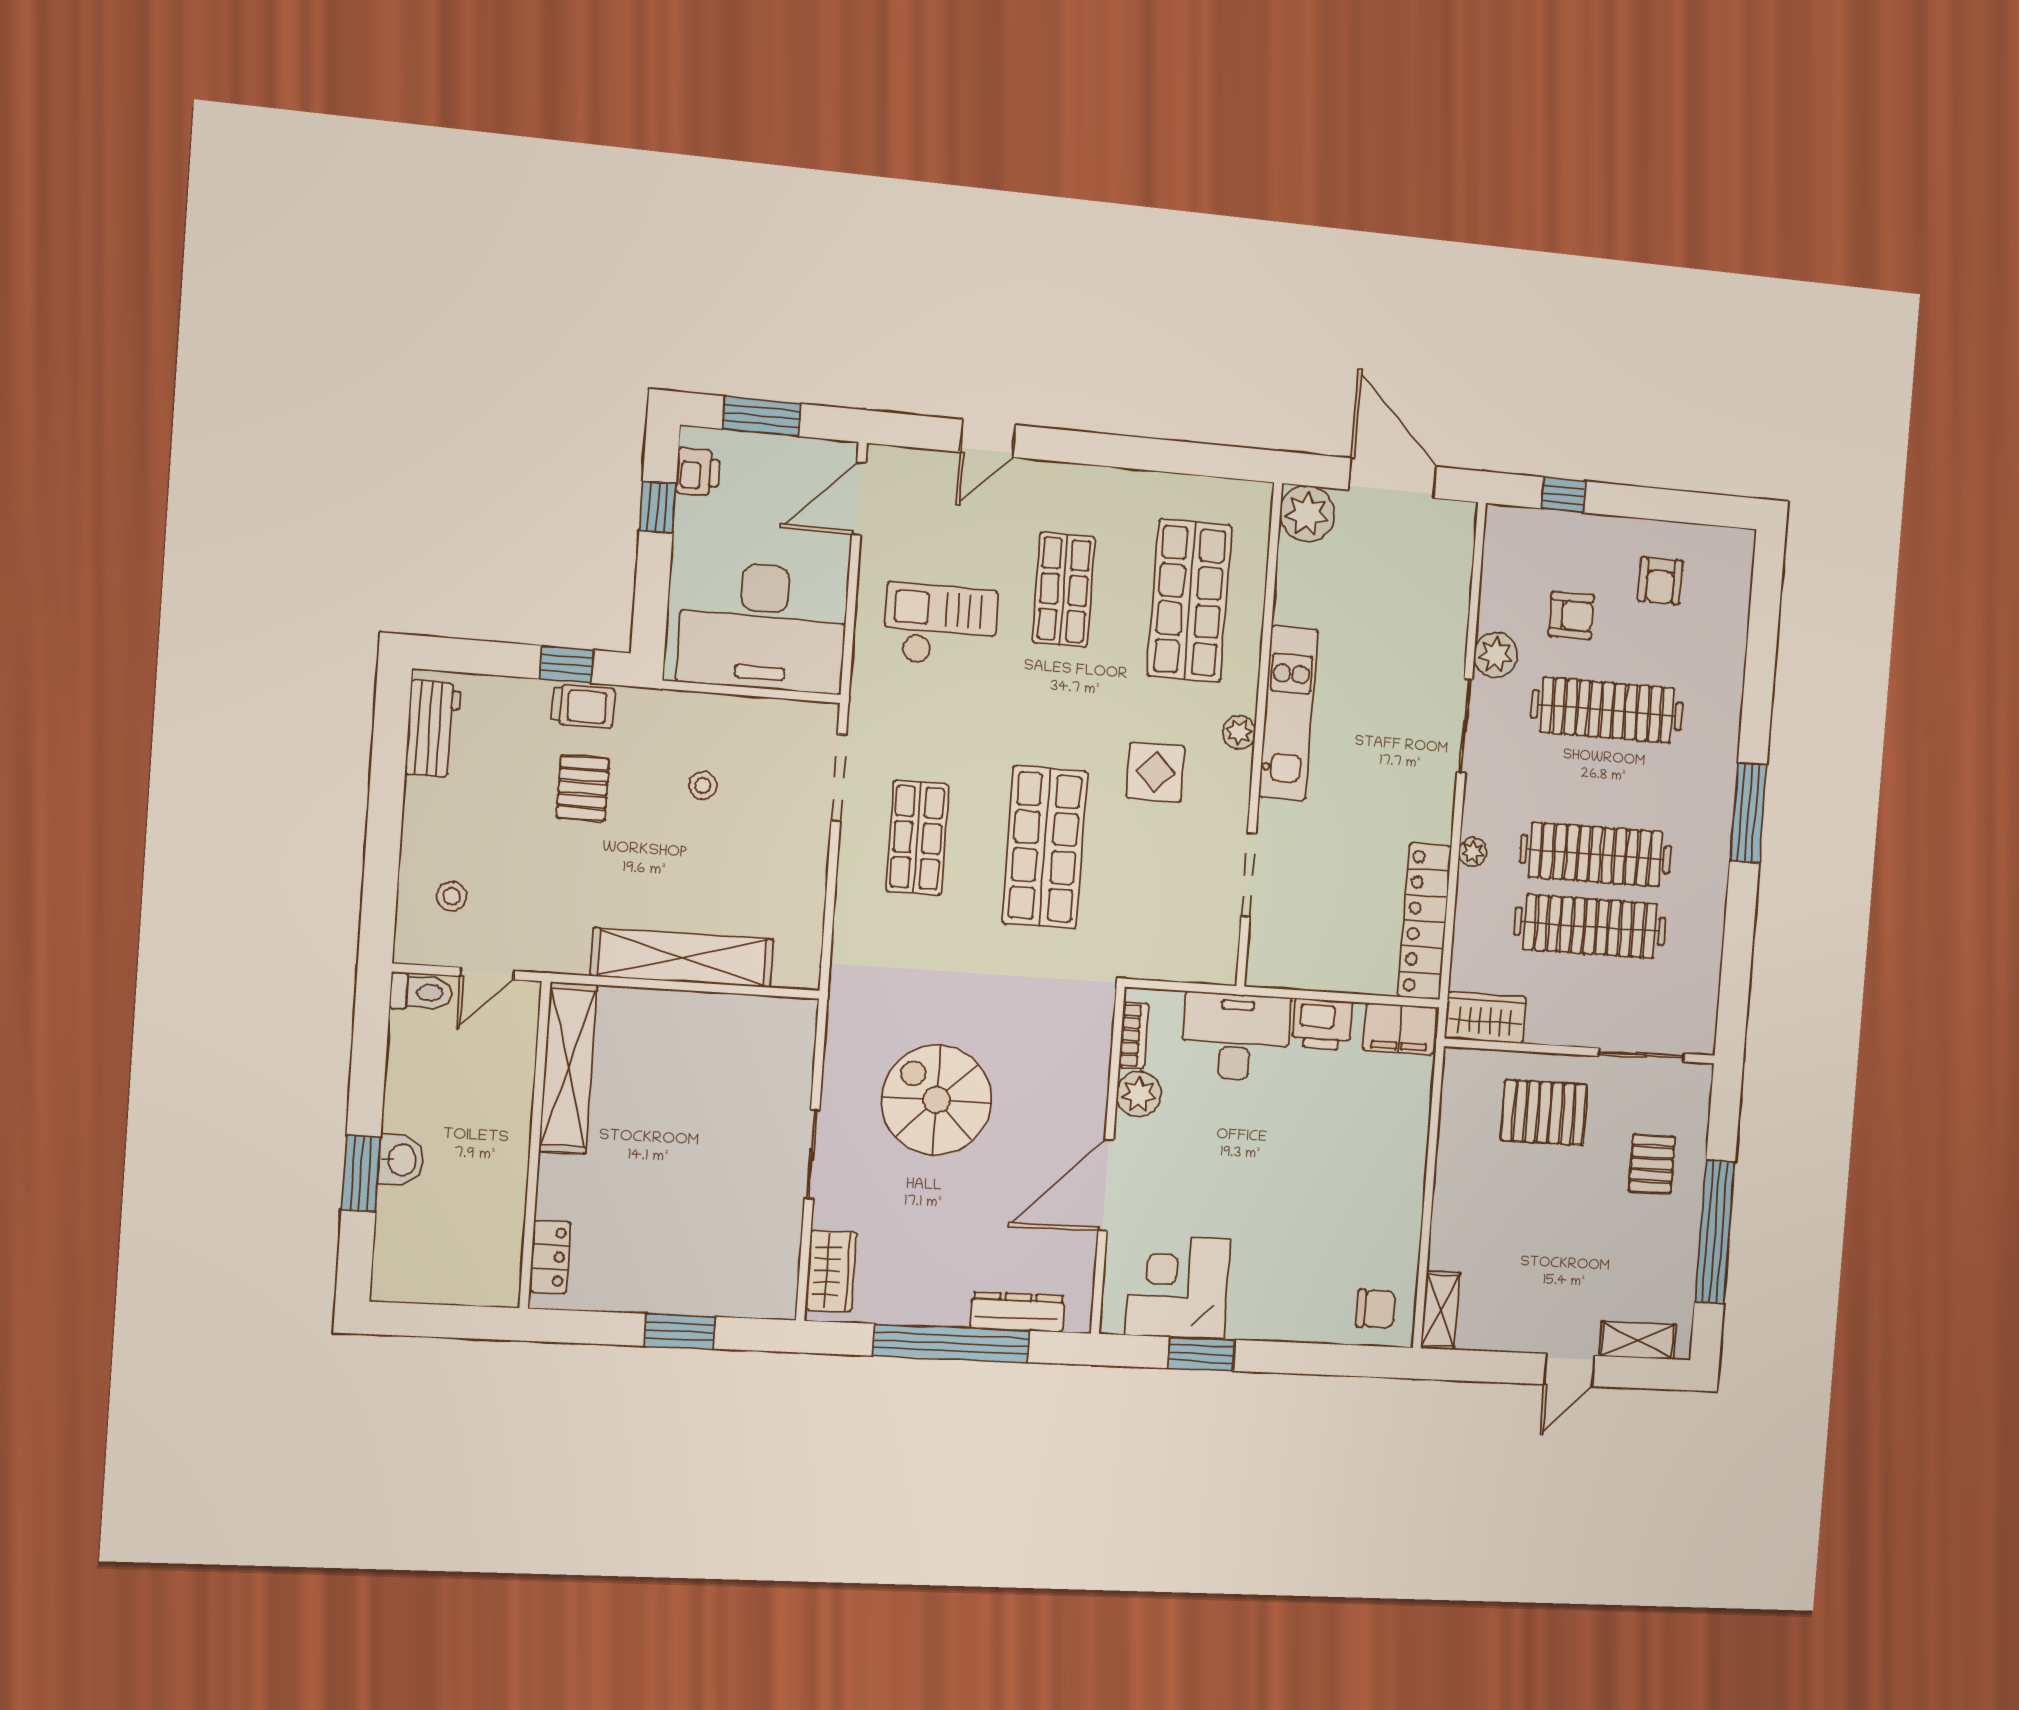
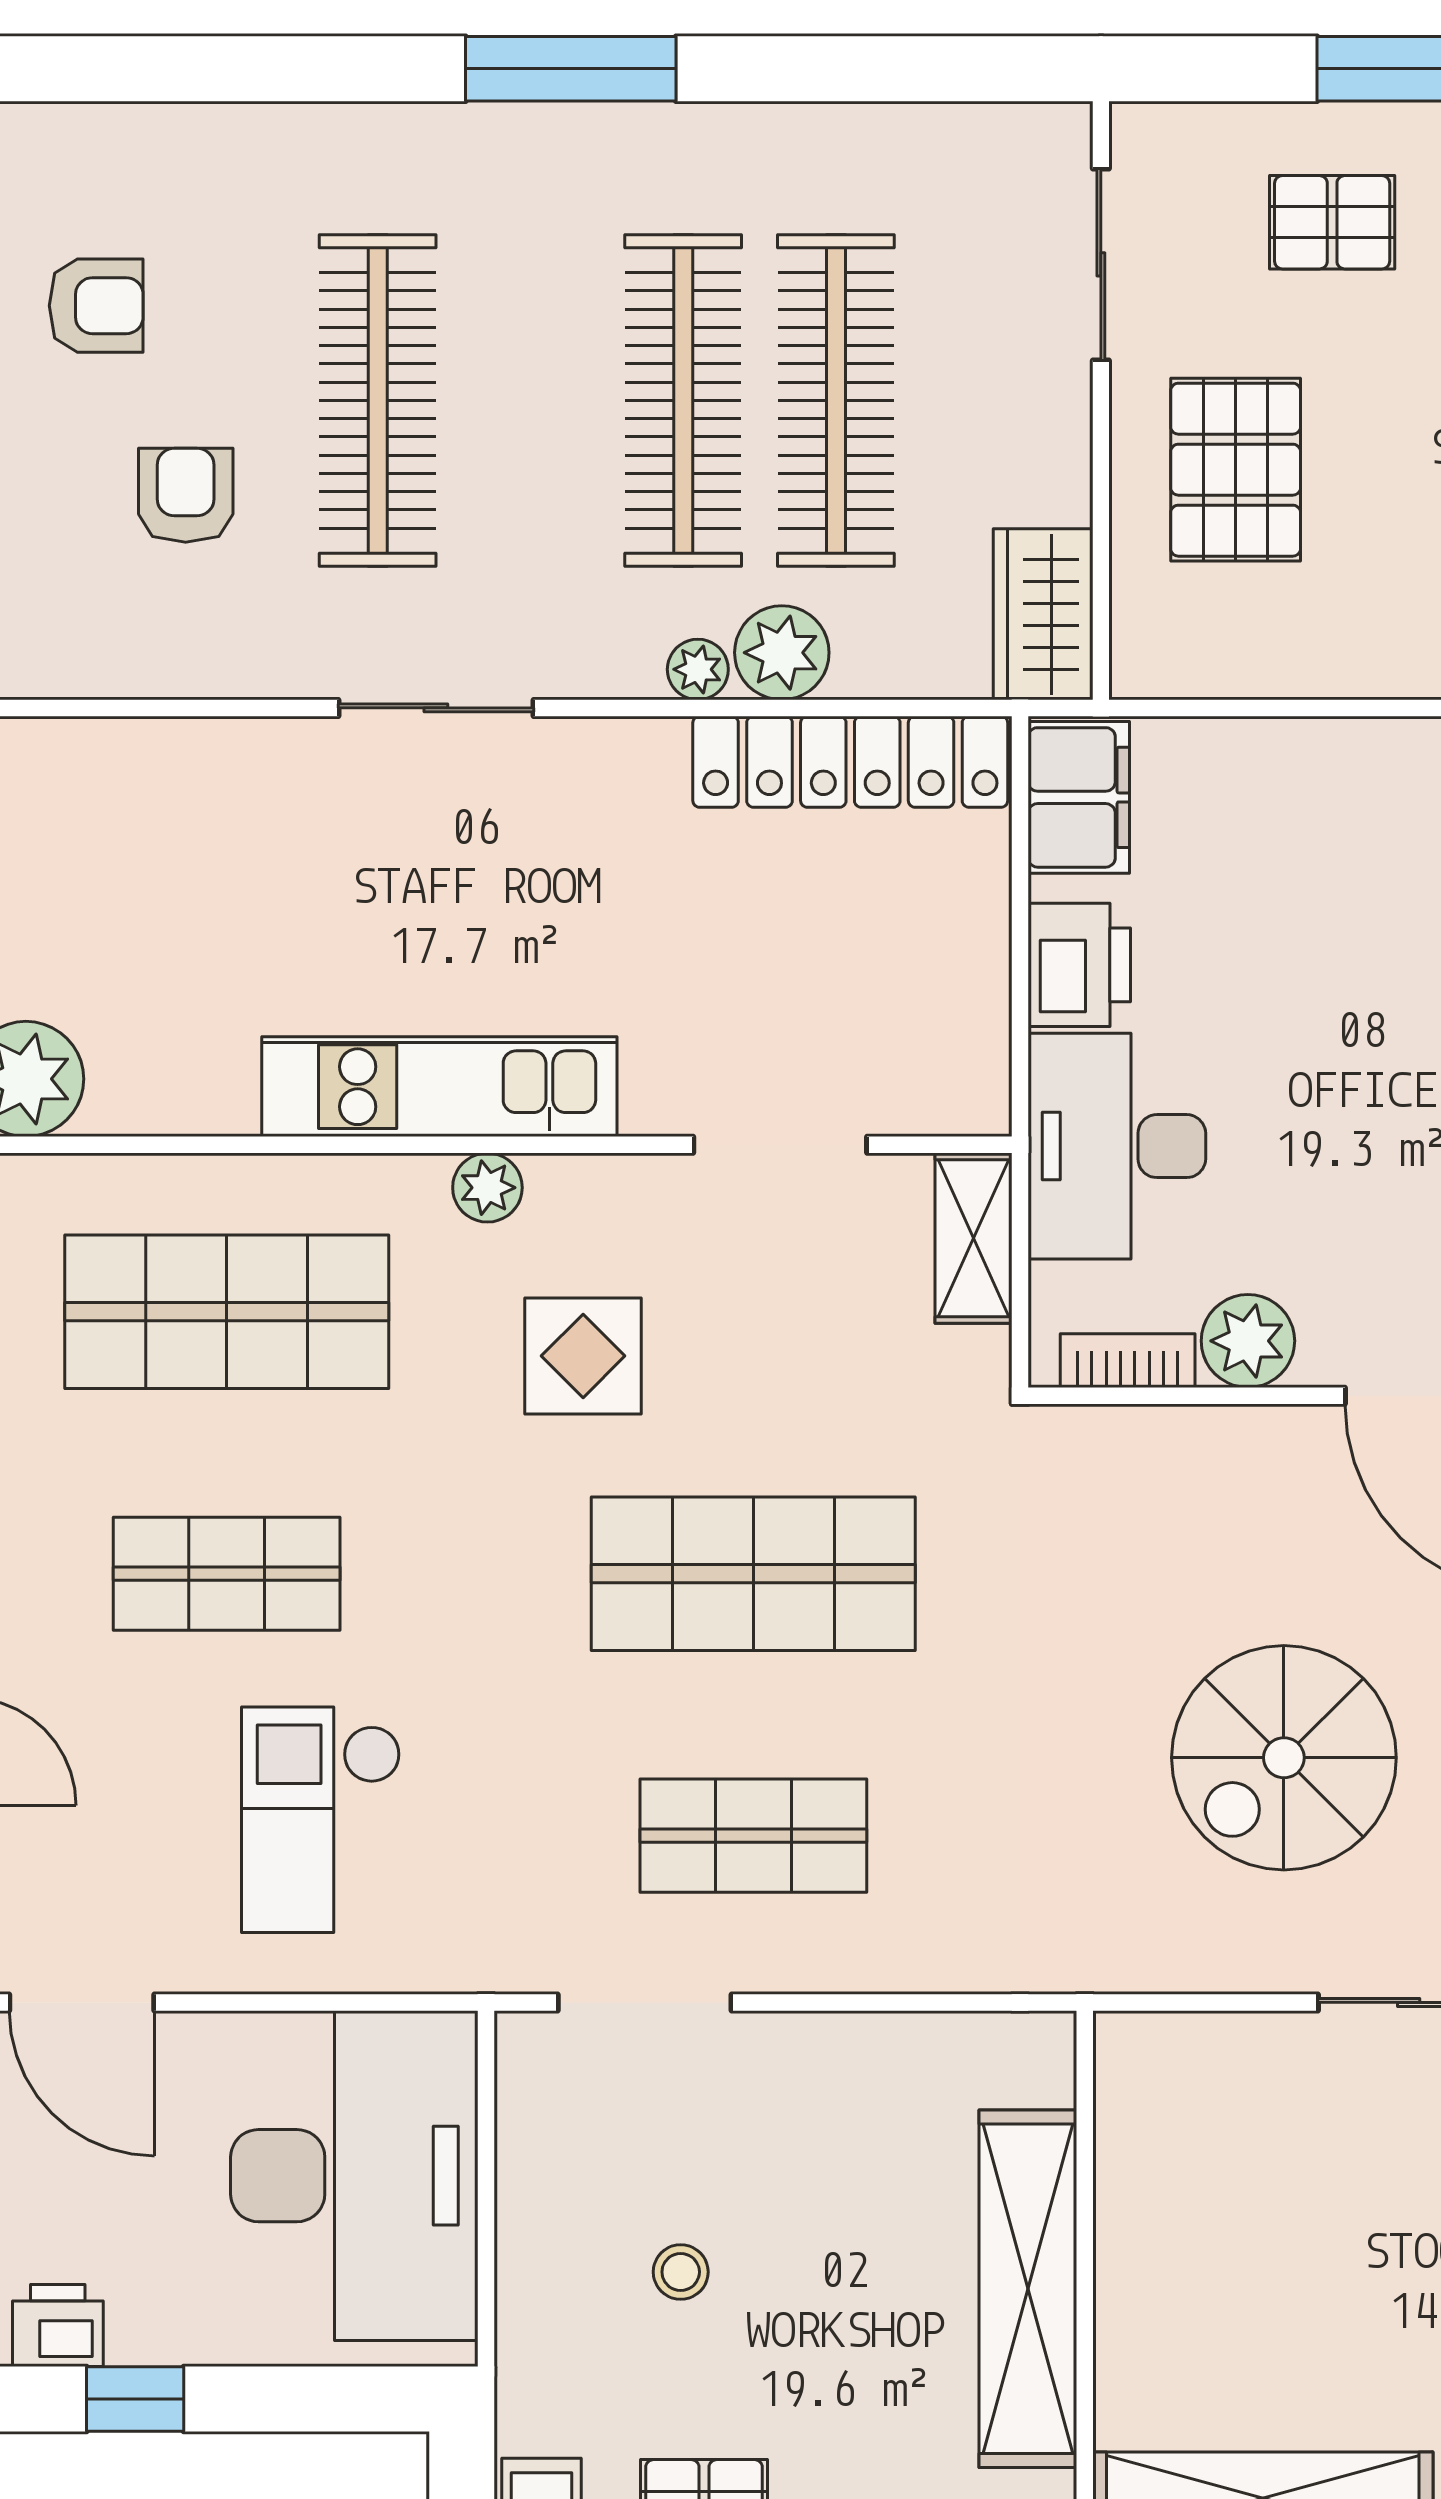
plant: (1496, 655) -> (782, 653), moved
shelving: (1198, 965) -> (974, 1238), added

